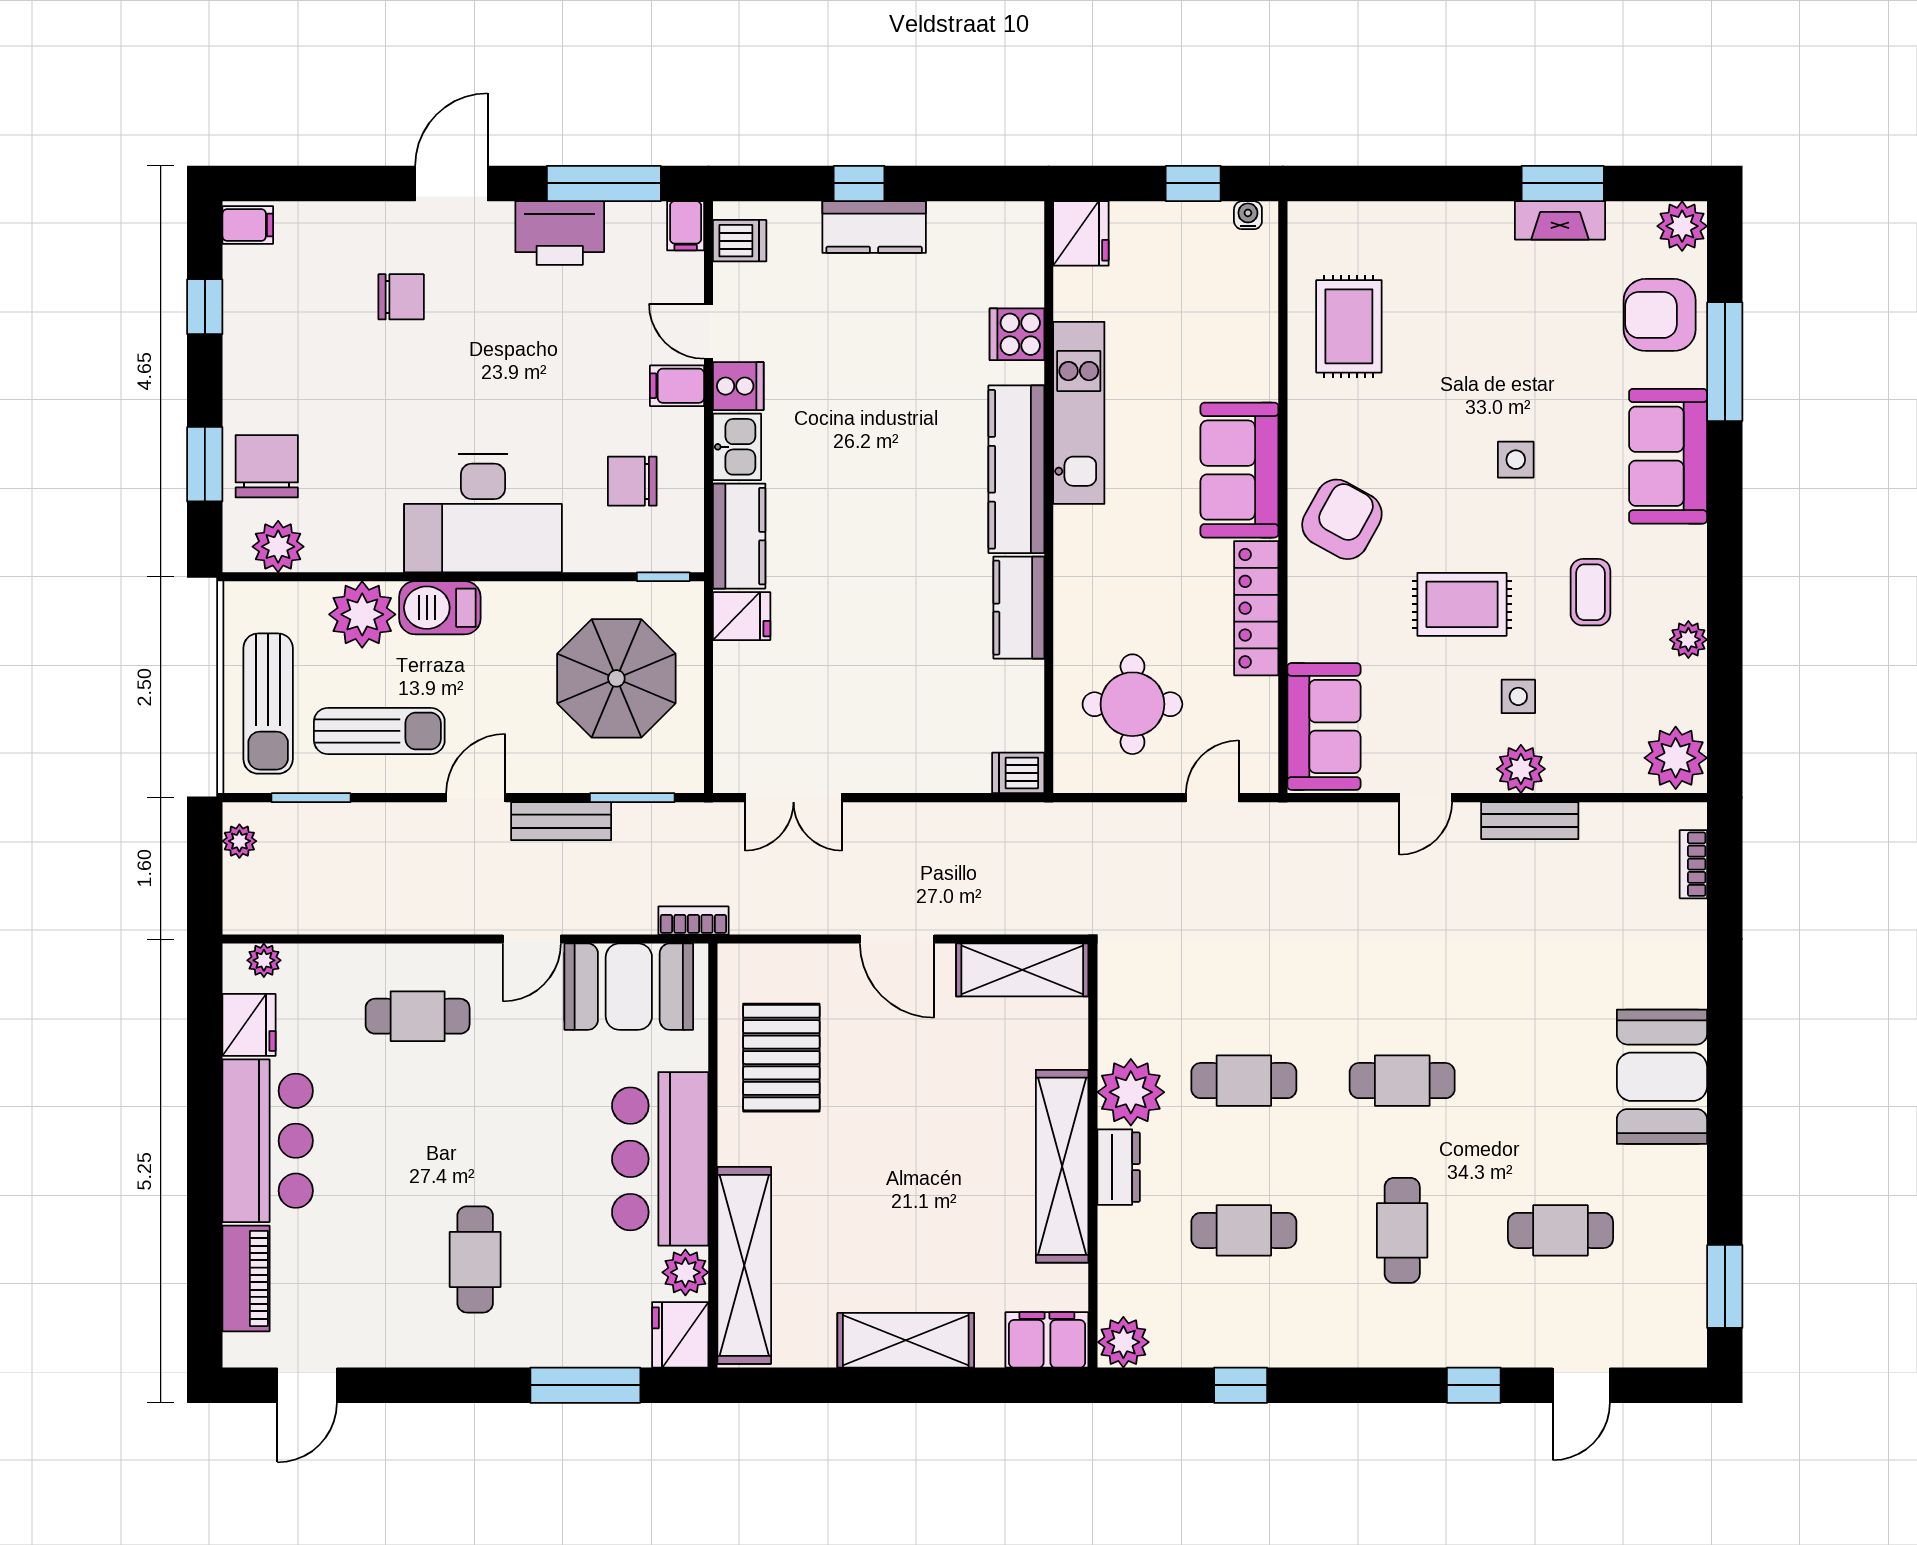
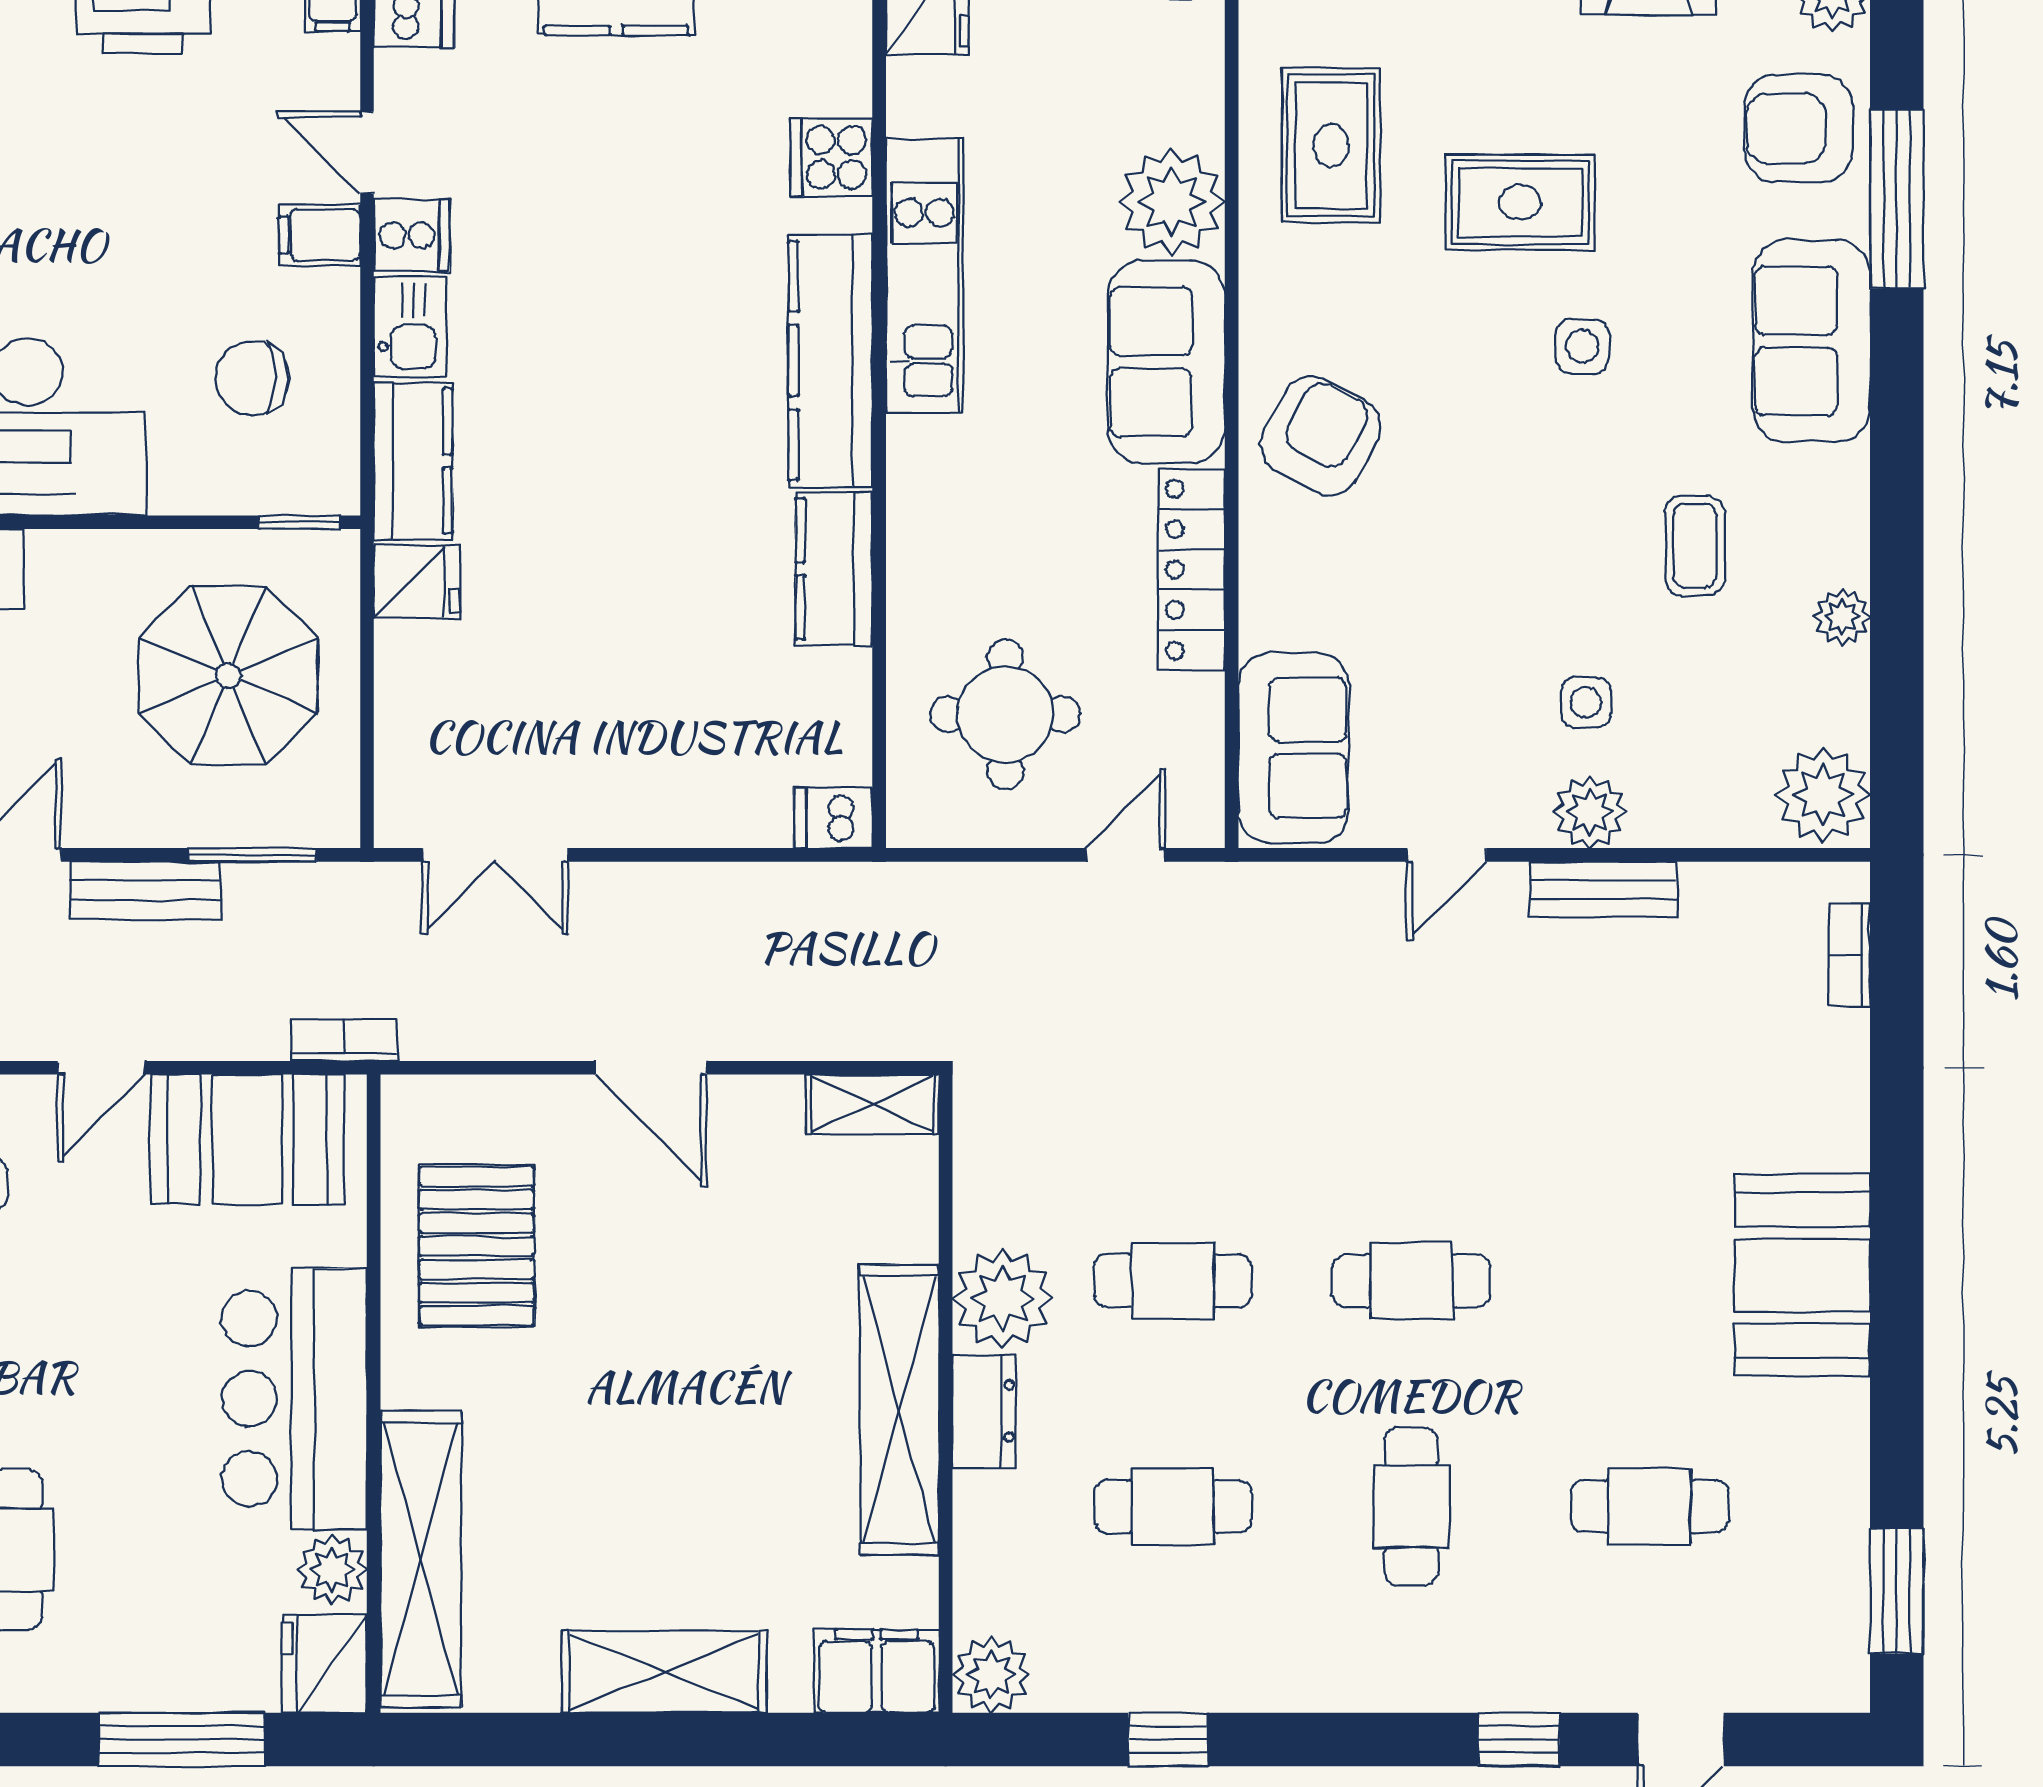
plant: (1243, 364) -> (1172, 202), added
rug: (1462, 604) -> (1520, 202), moved
shelving: (1022, 970) -> (873, 1104), width x0.67, depth x0.75

